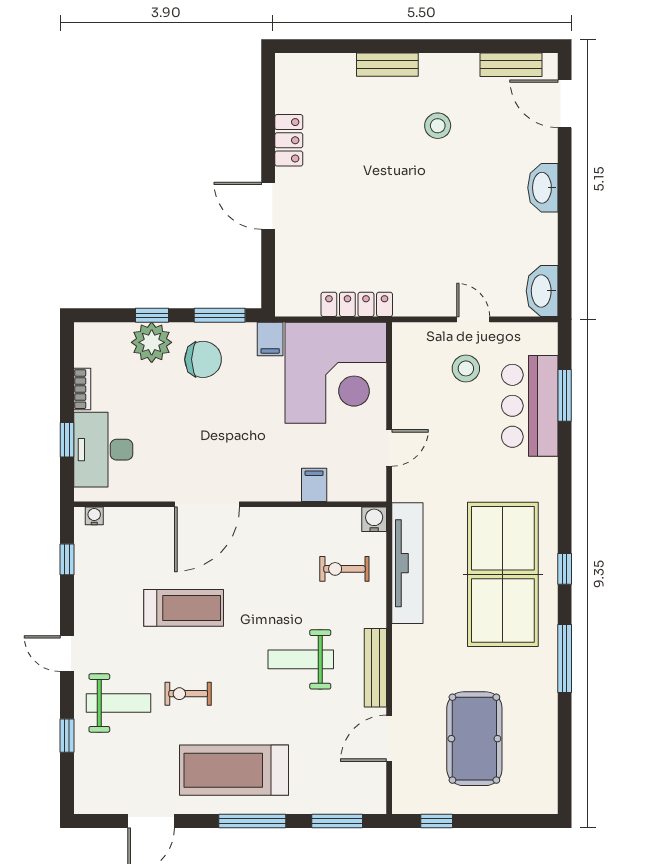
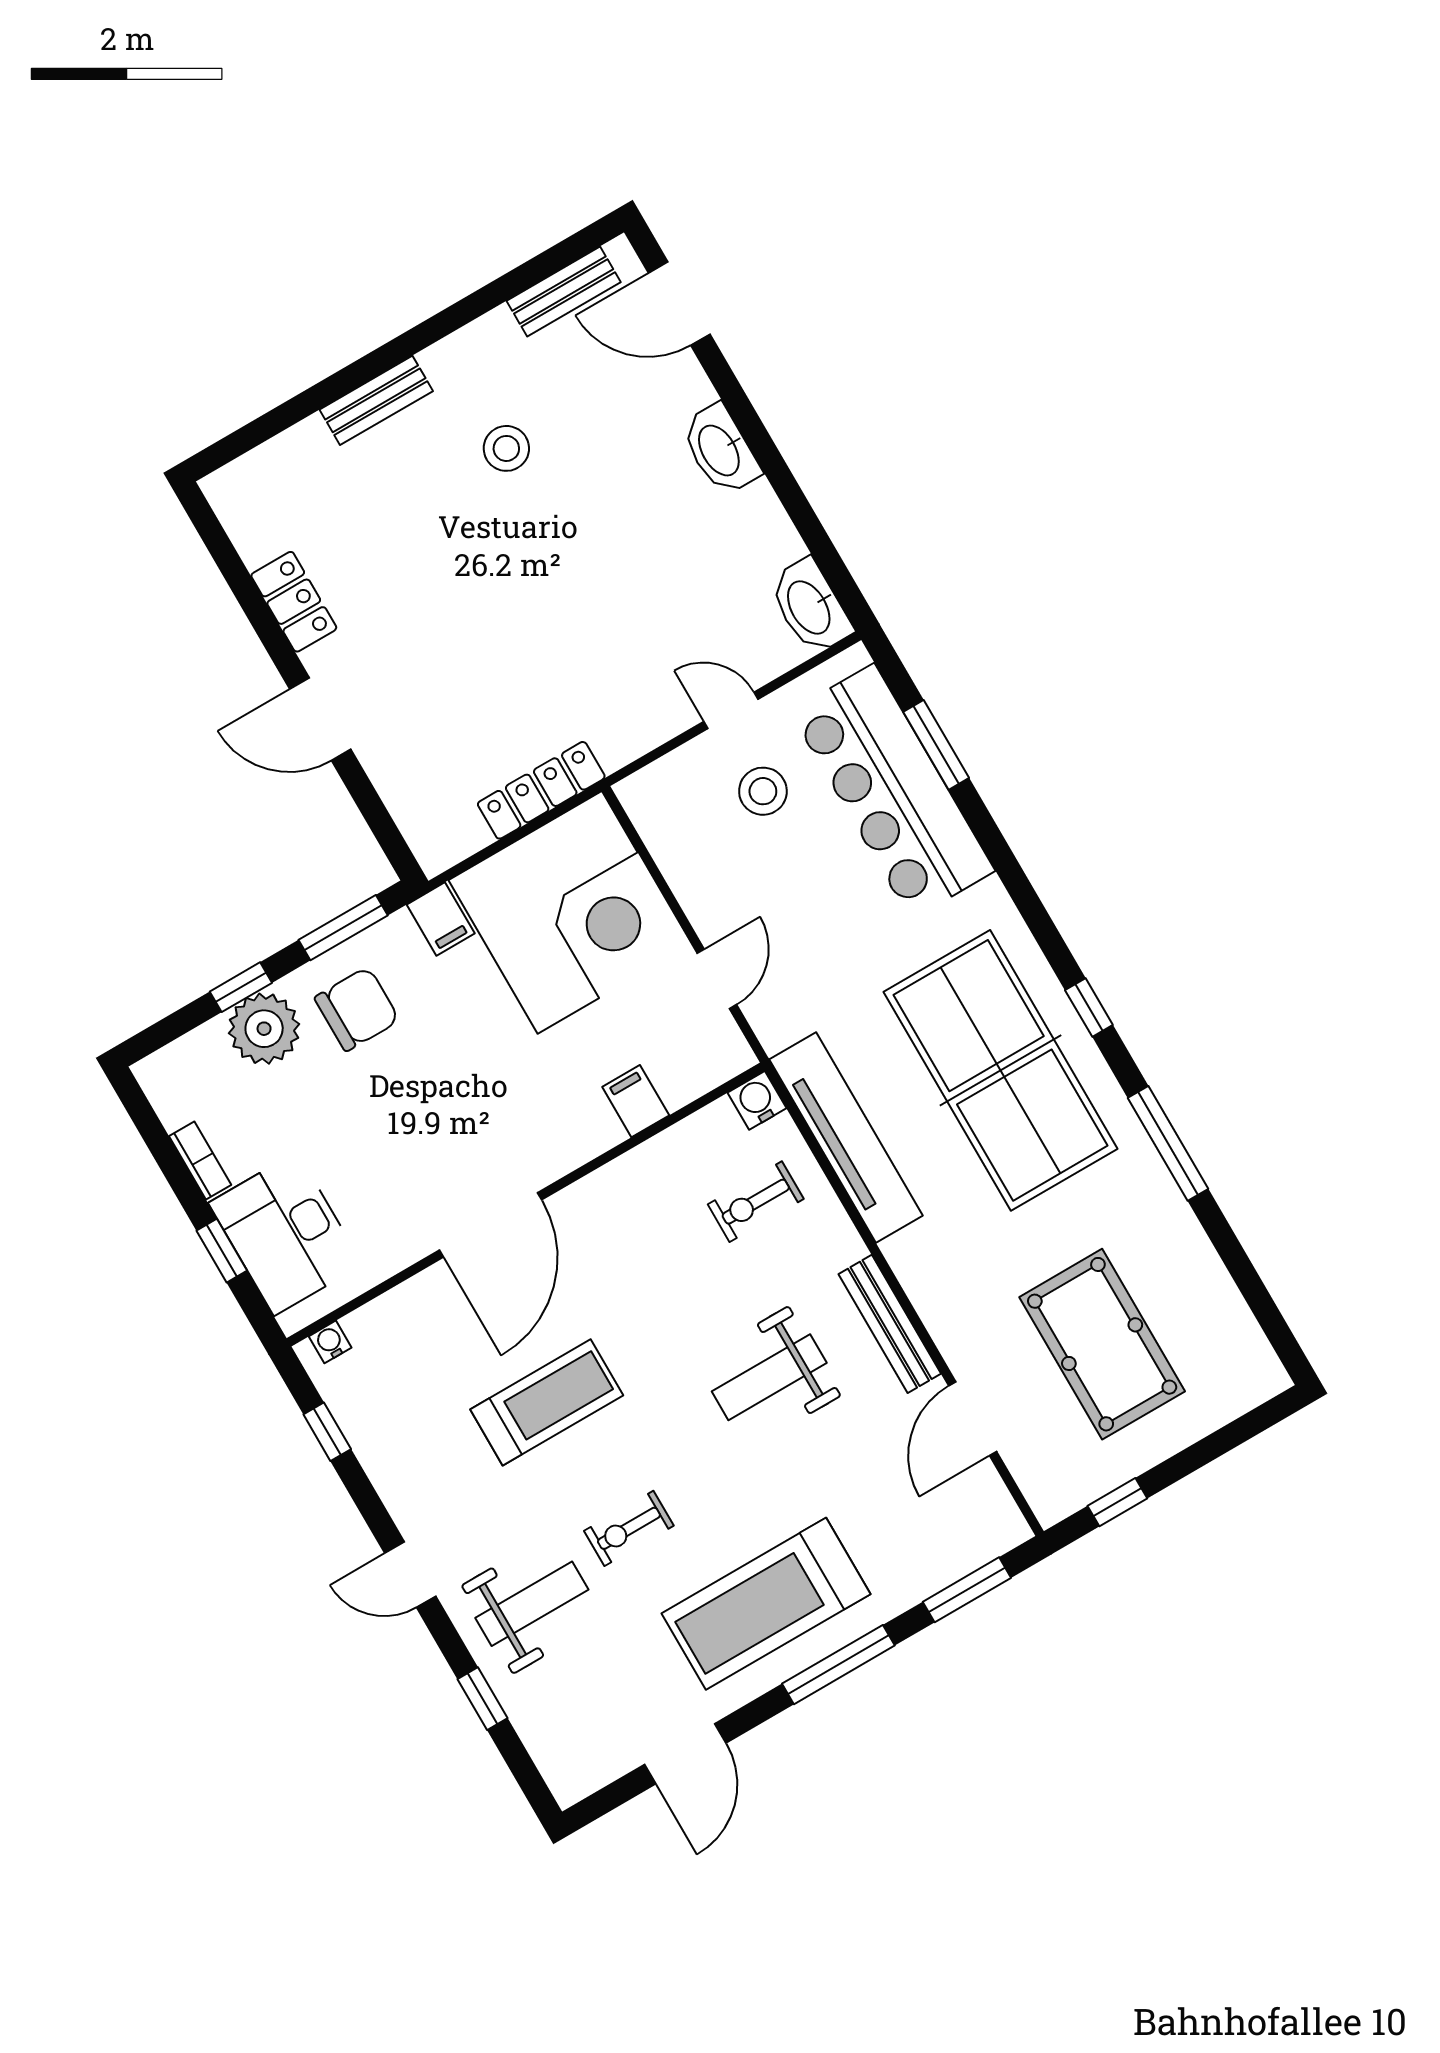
bar counter: (530, 406) -> (893, 791), width x1.36

